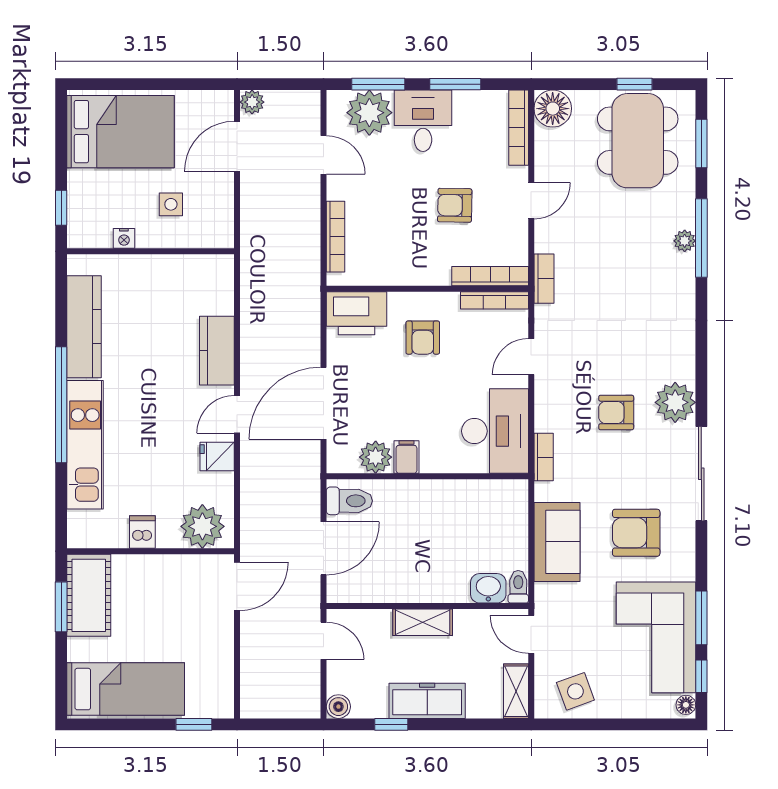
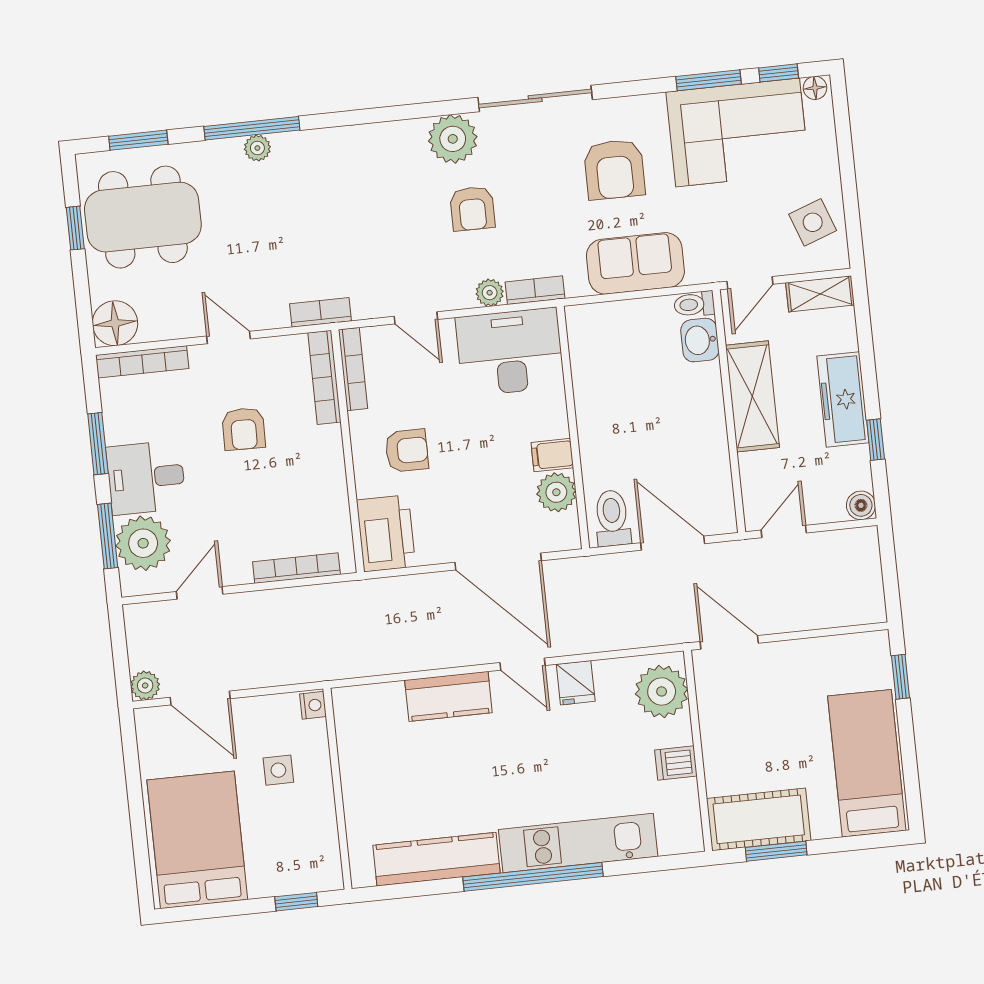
nightstand: (124, 238) -> (313, 705), moved
plant: (545, 419) -> (490, 293), added
shelving: (423, 622) -> (752, 396), width x1.50, depth x1.33

